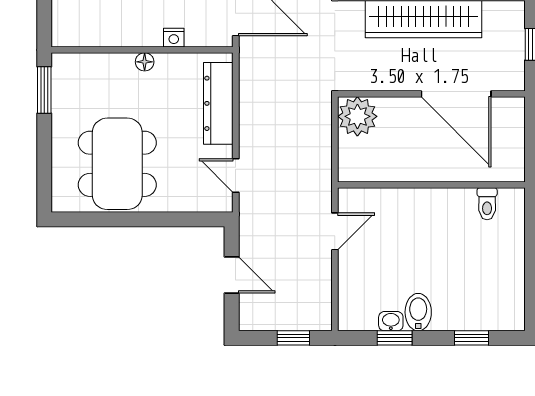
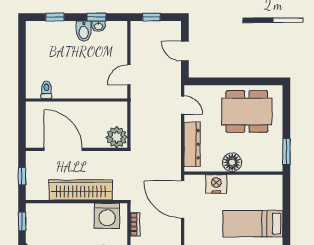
nightstand: (174, 38) -> (216, 184), width x1.89, depth x1.79
floor lamp: (145, 62) -> (232, 162), width x1.89, depth x1.89
dining table: (117, 164) -> (247, 111), turned 90

